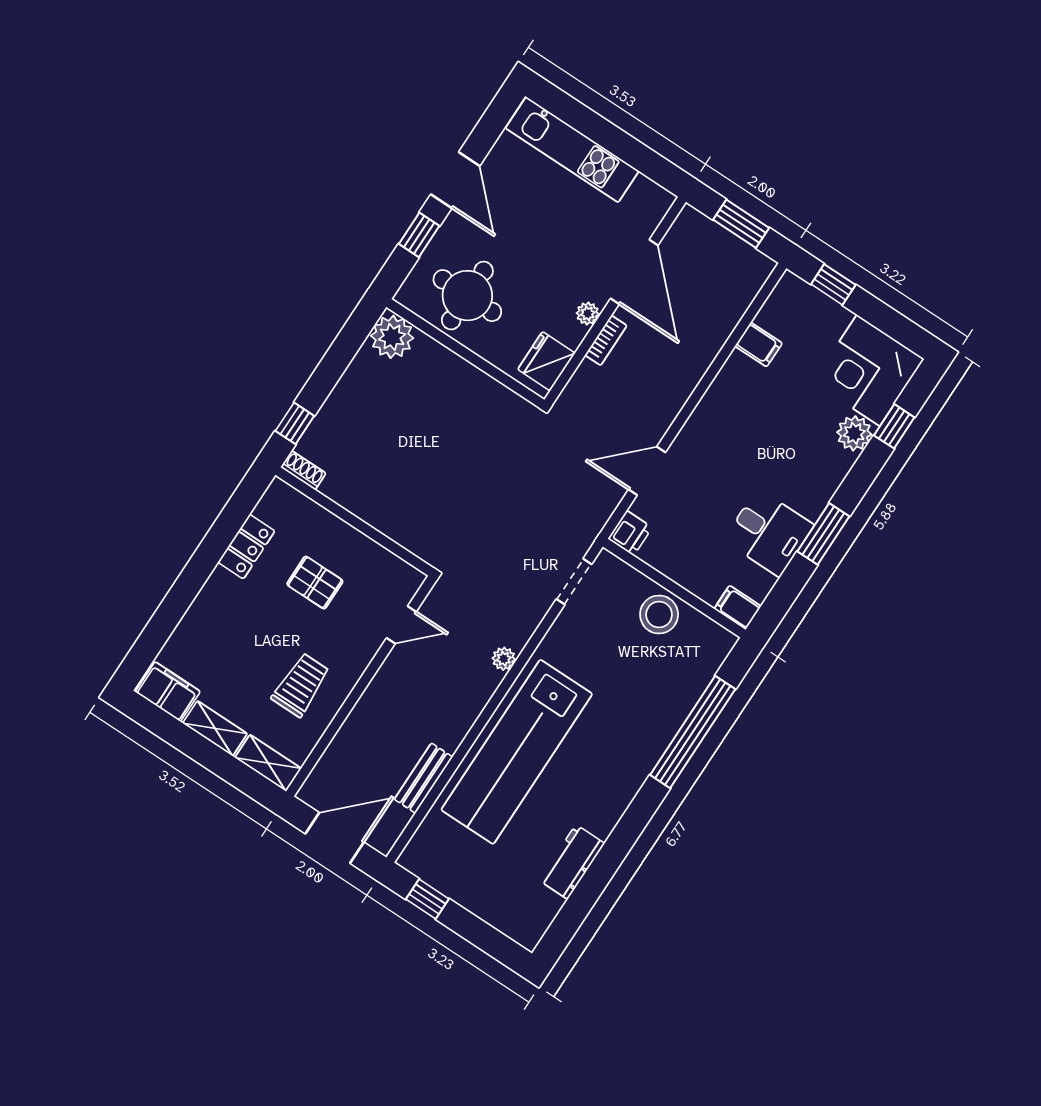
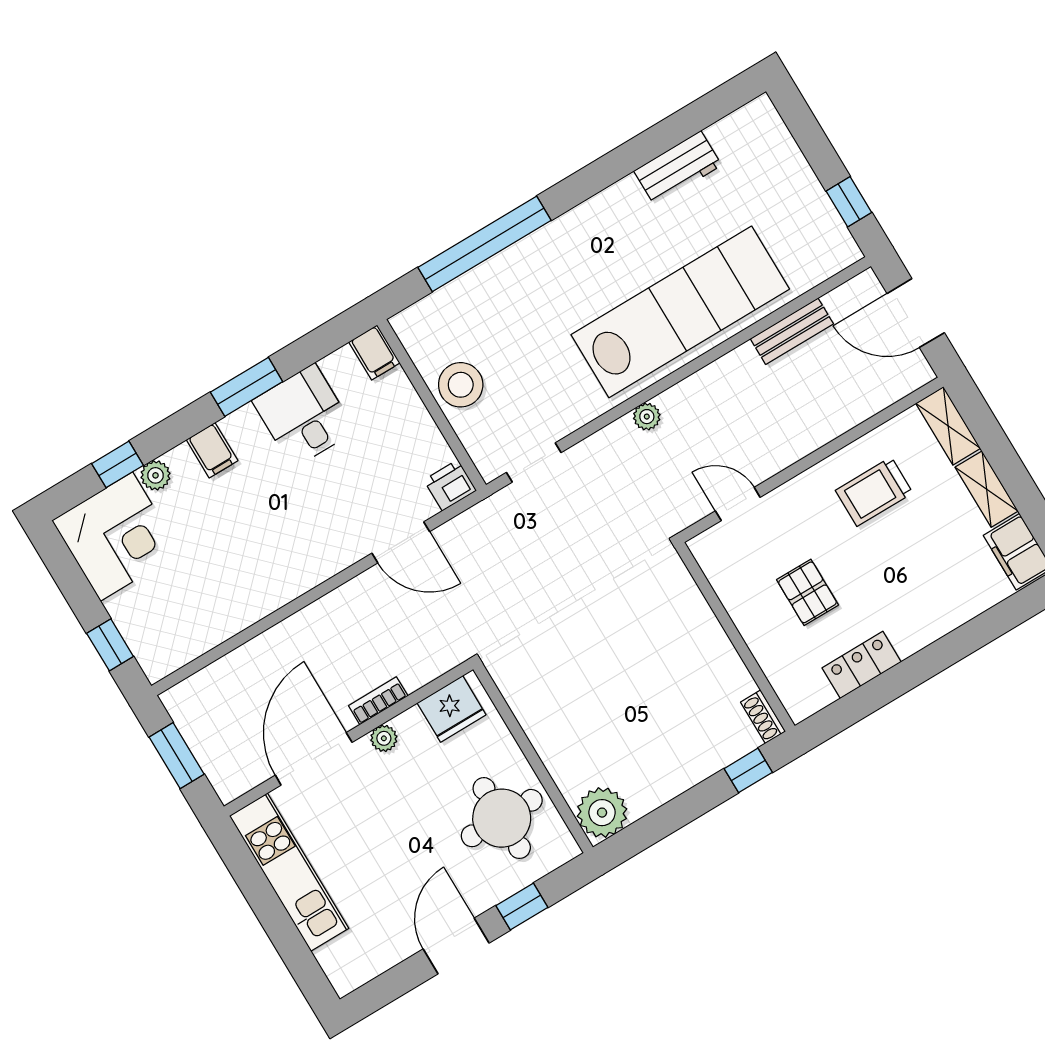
kitchen unit: (572, 150) -> (289, 872), moved
filing cabinet: (759, 345) -> (212, 450), moved, turned 180
plant: (854, 433) -> (156, 475), width x0.73, depth x0.73

